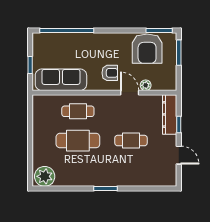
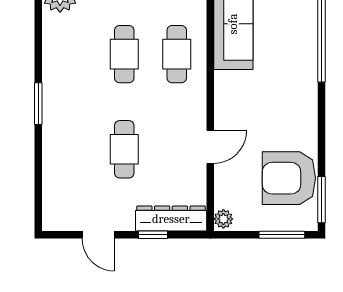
armchair: (110, 73) -> (246, 111), removed
plant: (146, 85) -> (223, 219), moved
cafe table: (78, 141) -> (124, 54), width x0.73, depth x0.74
door: (179, 155) -> (98, 235), hinge flipped

